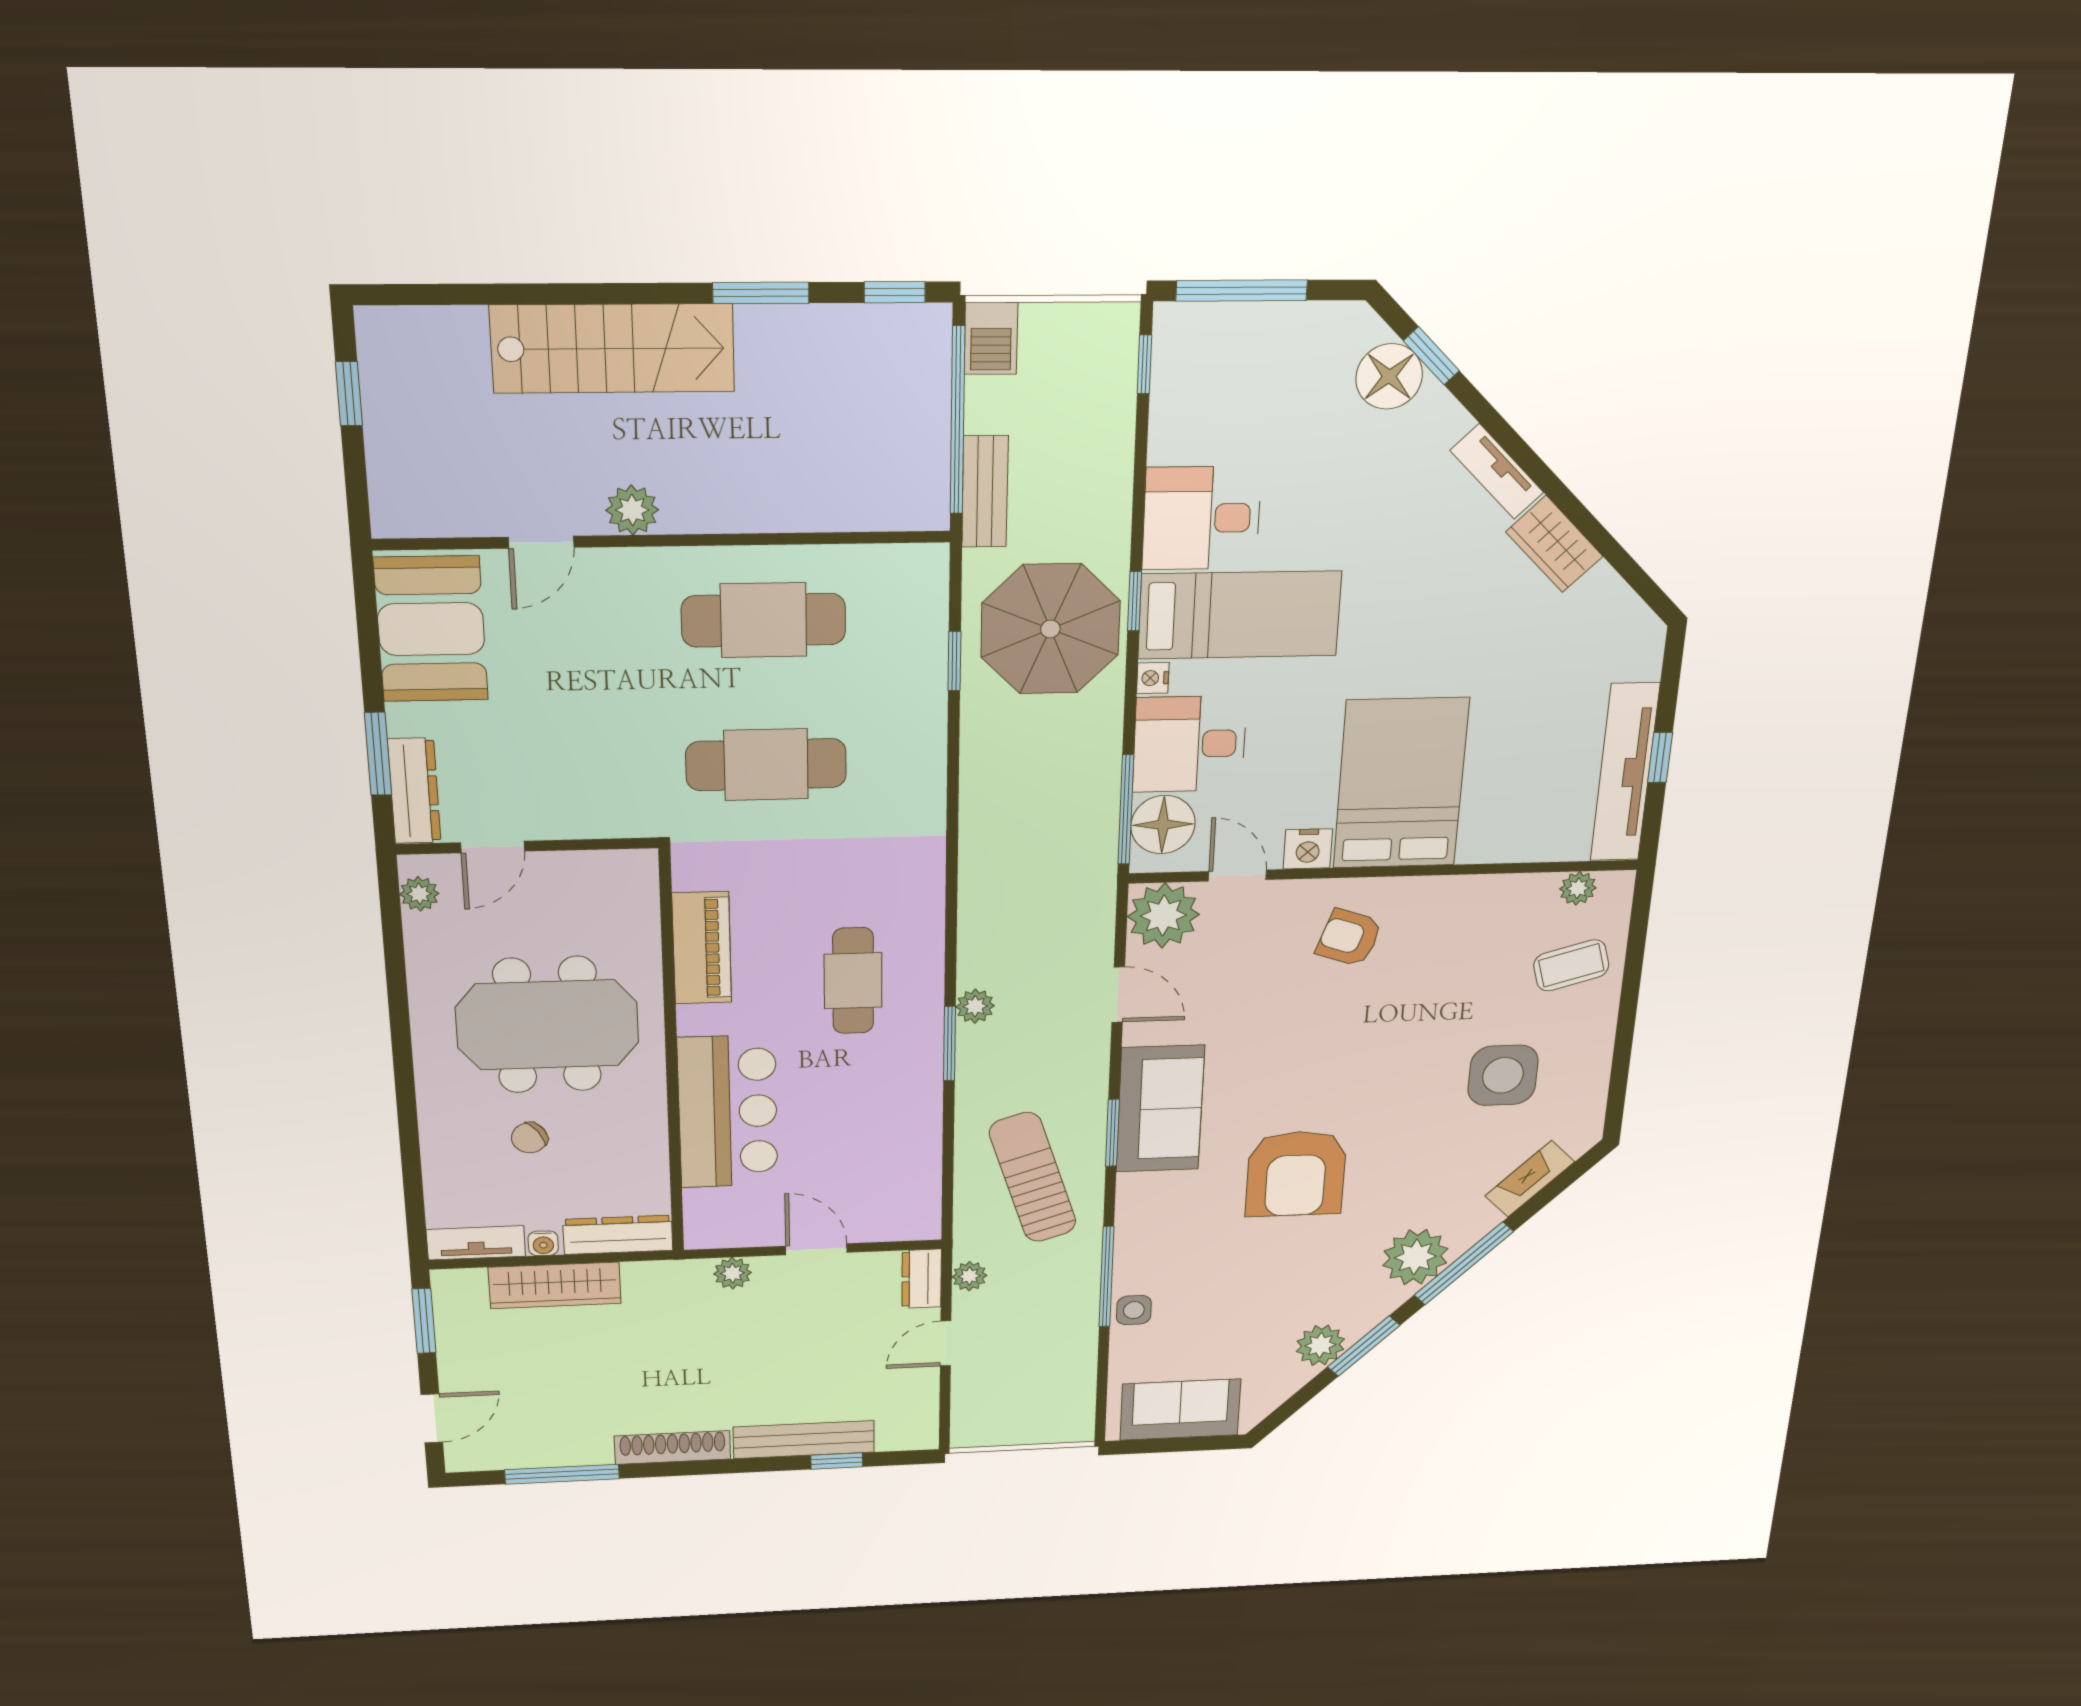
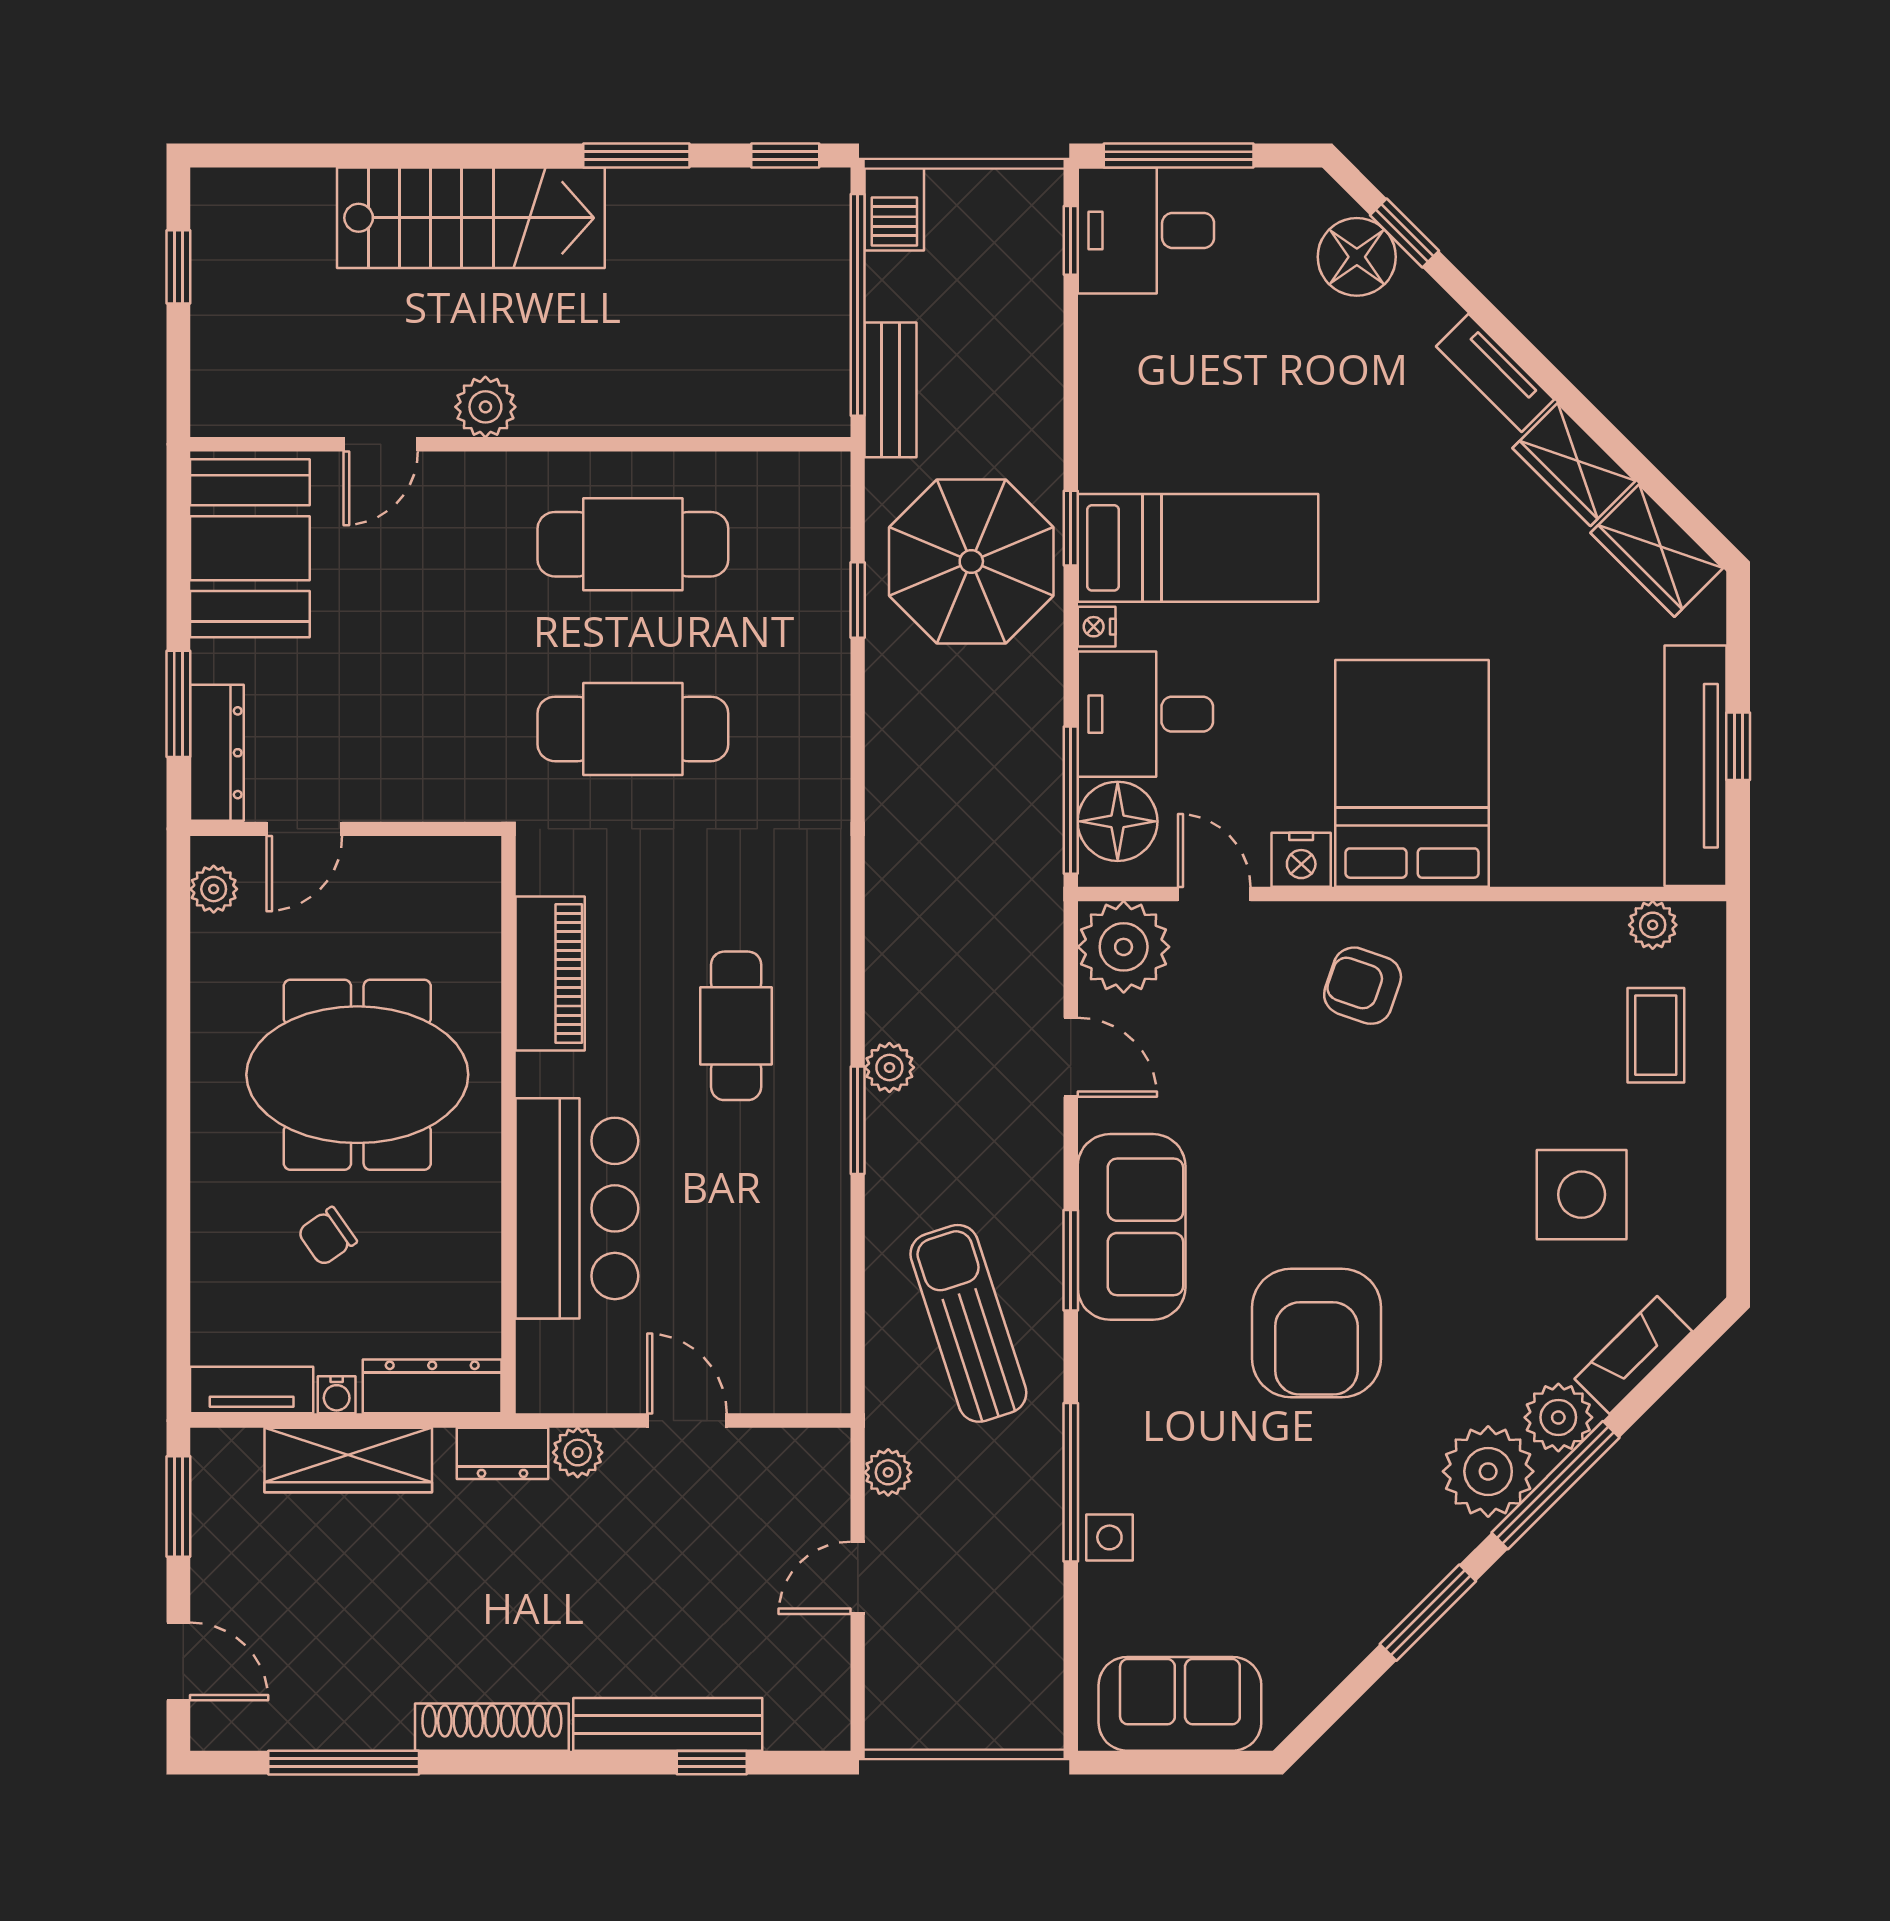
desk: (1201, 518) -> (1146, 230), moved
wardrobe: (1614, 611) -> (1657, 551), added
coffee table: (1571, 965) -> (1656, 1035), turned -74
dresser: (922, 1279) -> (502, 1453), moved, turned -90
plant: (1320, 1345) -> (1558, 1417), moved
door: (432, 1418) -> (178, 1661), hinge flipped

